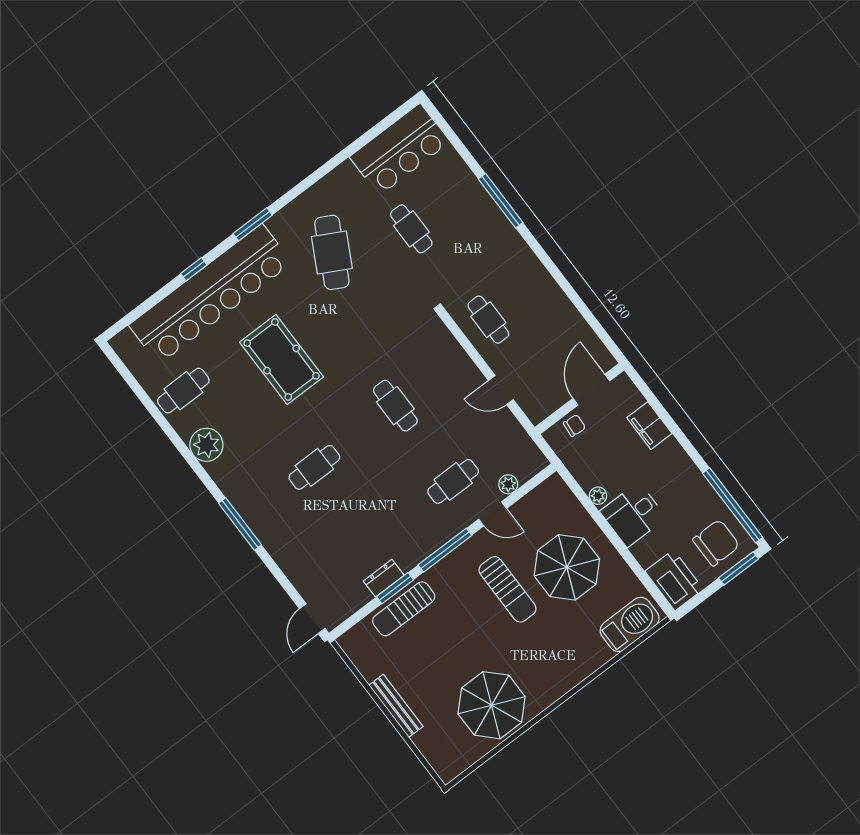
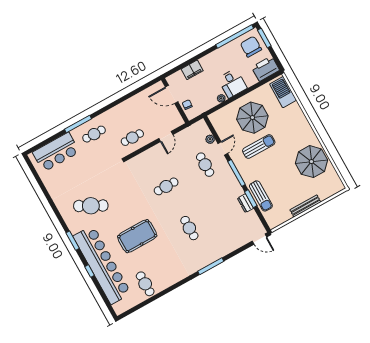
bar counter: (400, 149) -> (56, 152), moved, turned 90
cafe table: (411, 229) -> (94, 134), moved
plant: (206, 445) -> (172, 277), removed

